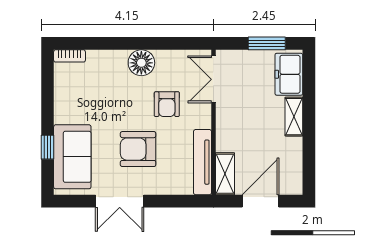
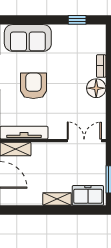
bookcase: (69, 56) -> (101, 66), moved
armchair: (167, 104) -> (66, 107), removed
window: (48, 147) -> (77, 20), moved

